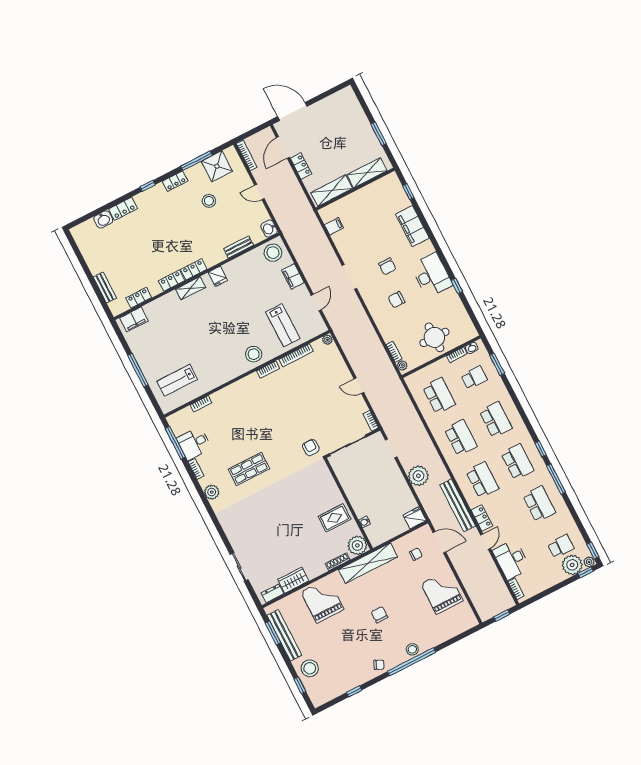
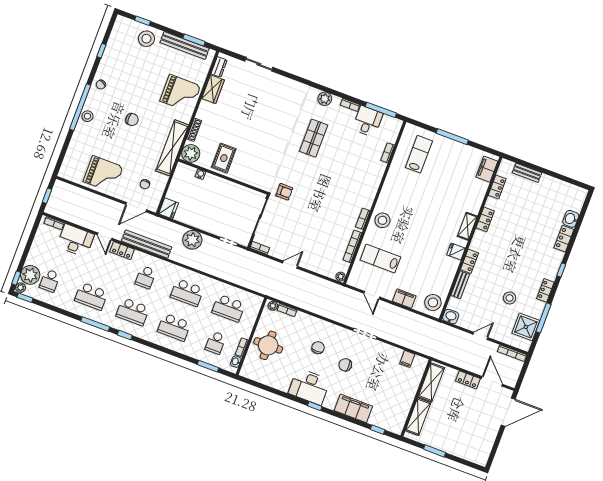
locker: (194, 269) -> (470, 261), moved
window: (457, 286) -> (315, 406), moved
school desk: (482, 480) -> (146, 277), width x0.54

